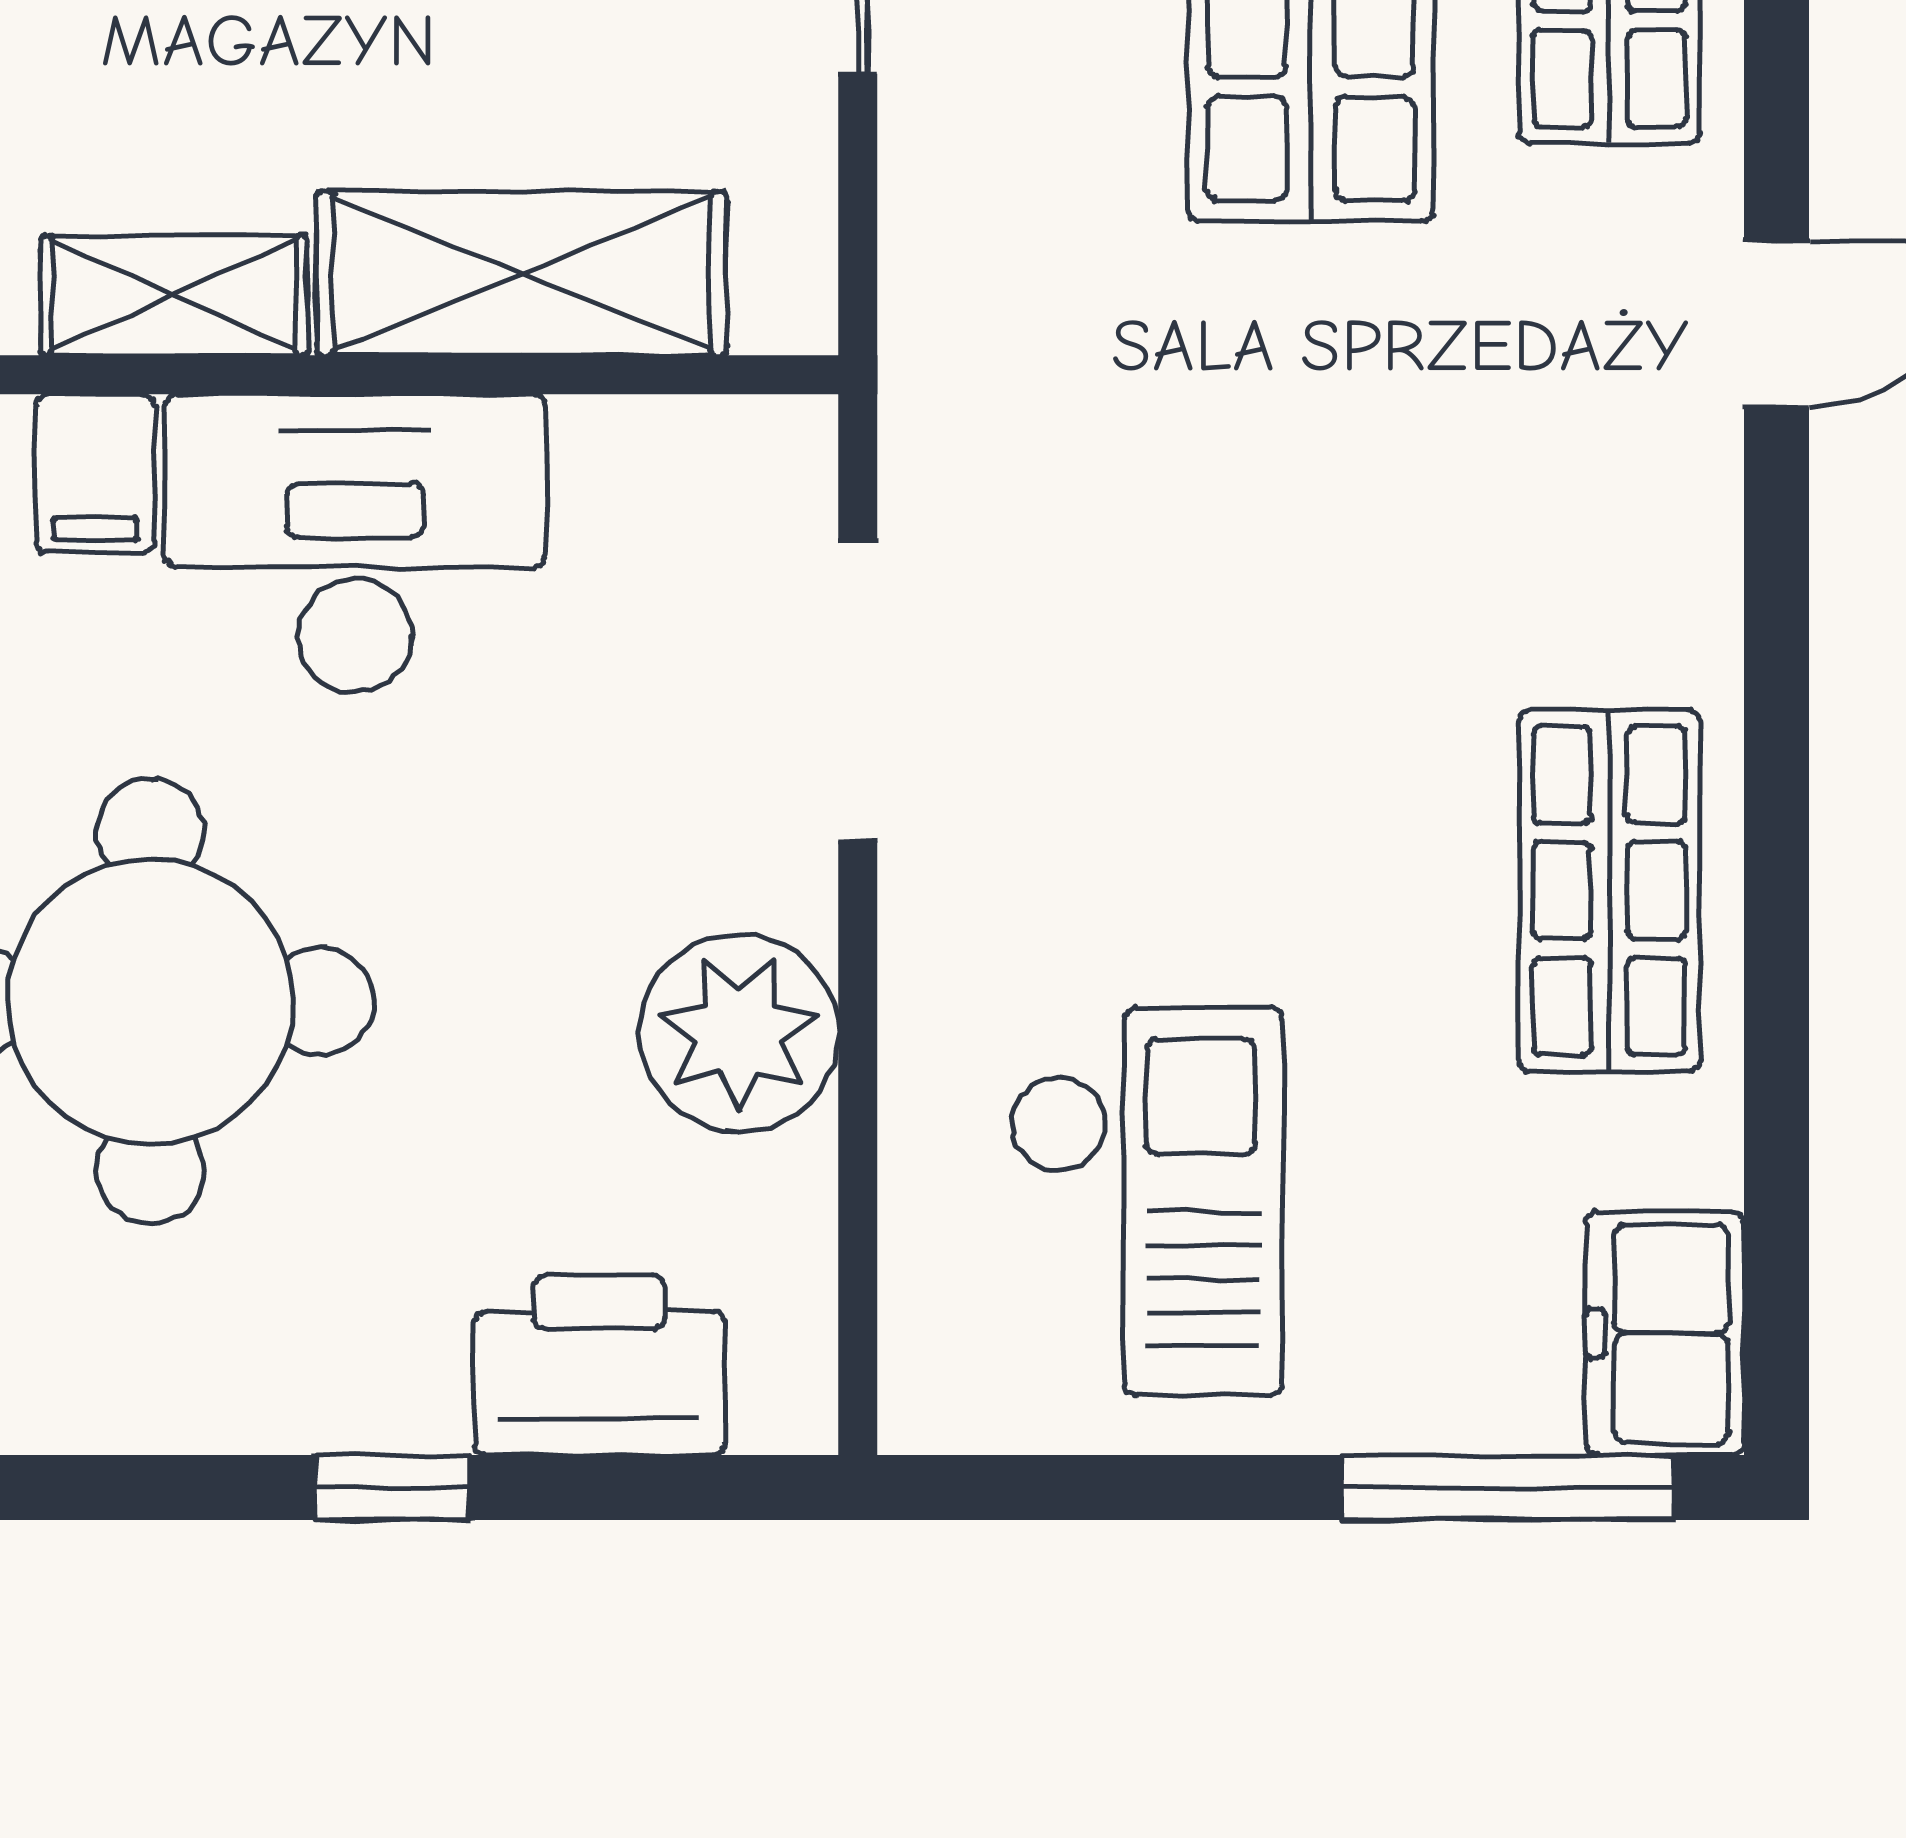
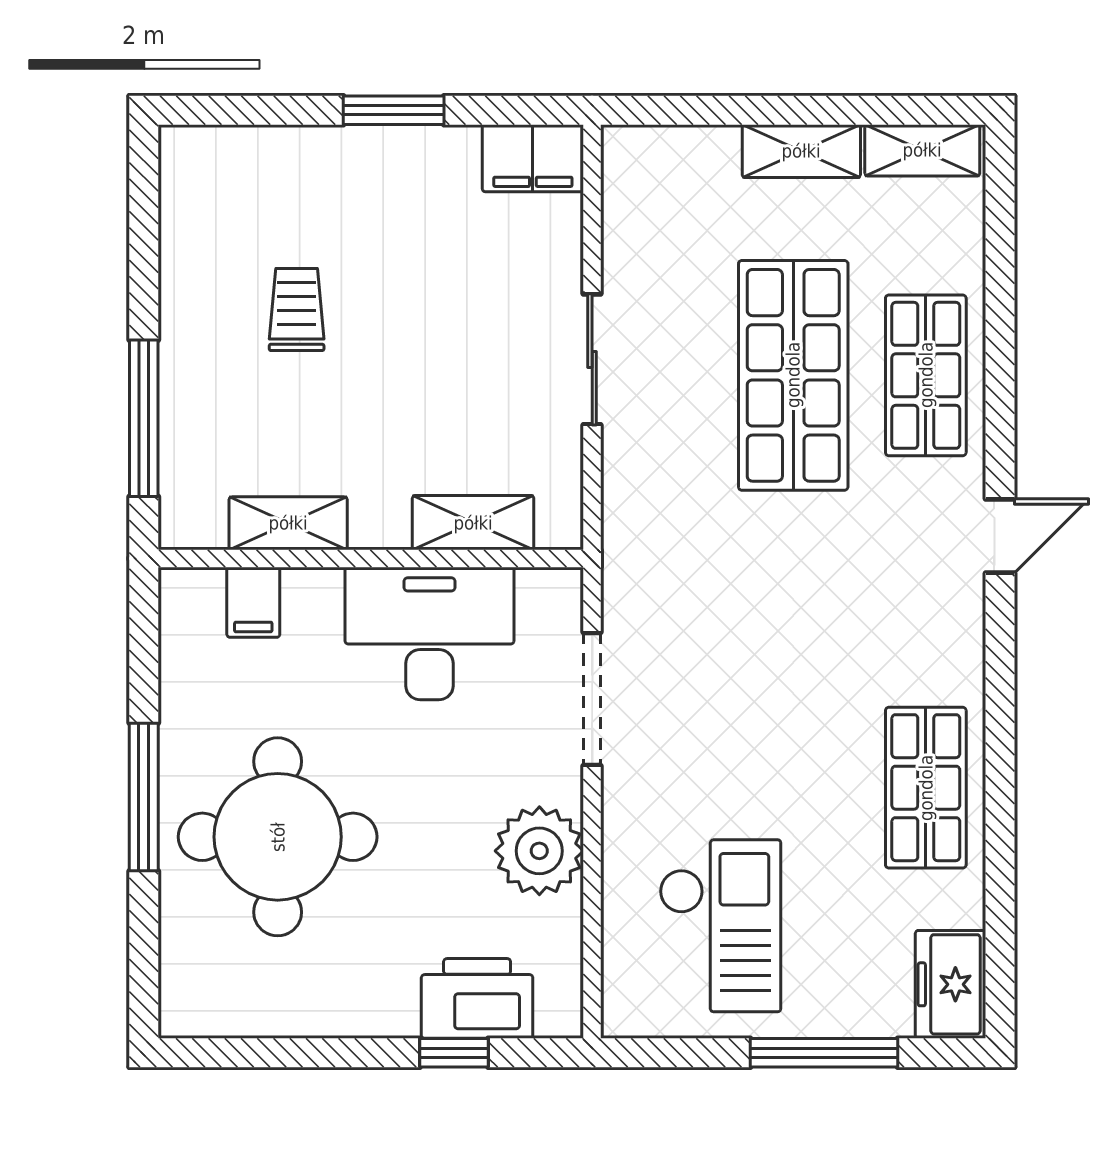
shelving: (522, 273) -> (473, 523), width x0.67, depth x0.75
desk: (355, 543) -> (429, 633), moved
window: (392, 1487) -> (454, 1053), moved
window: (1508, 1487) -> (824, 1053), moved

